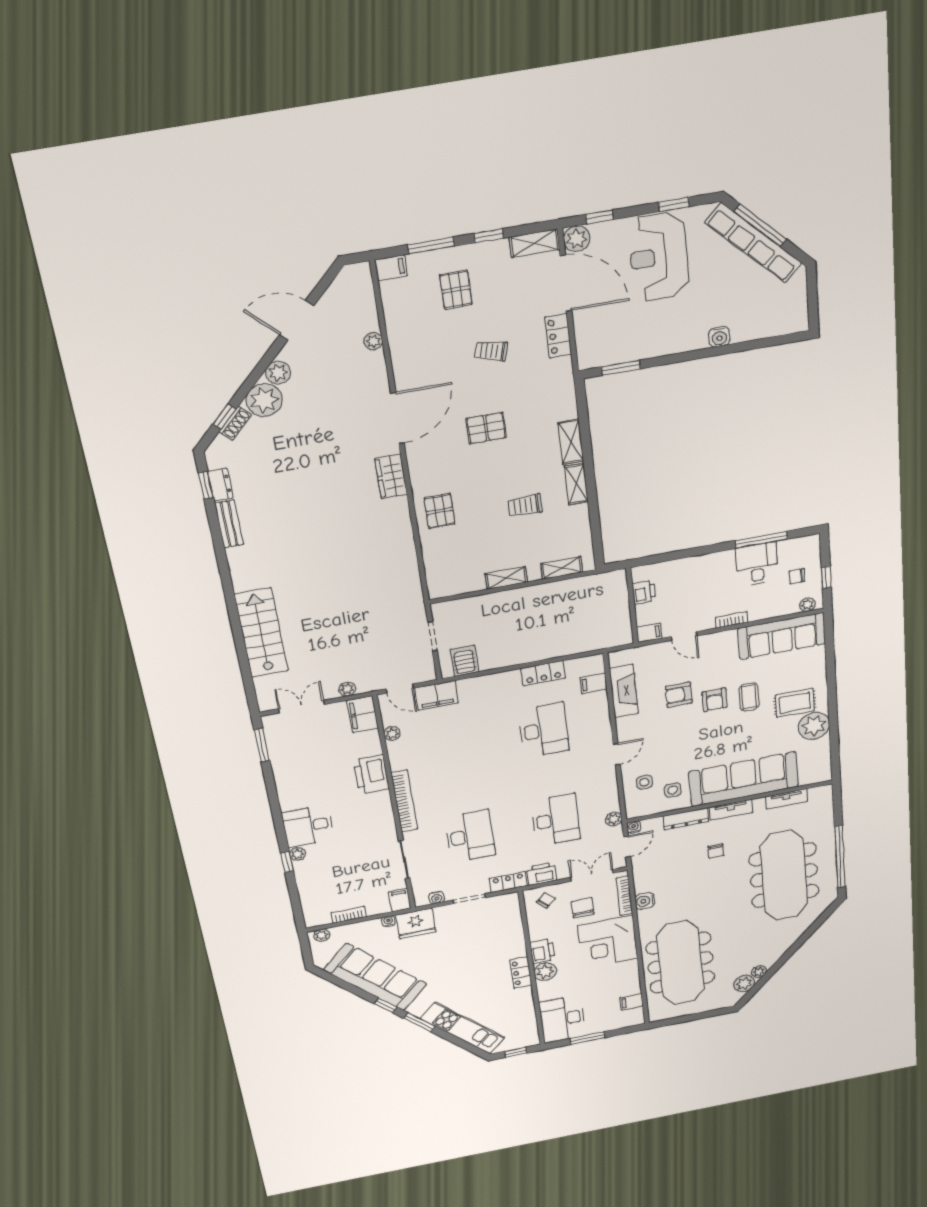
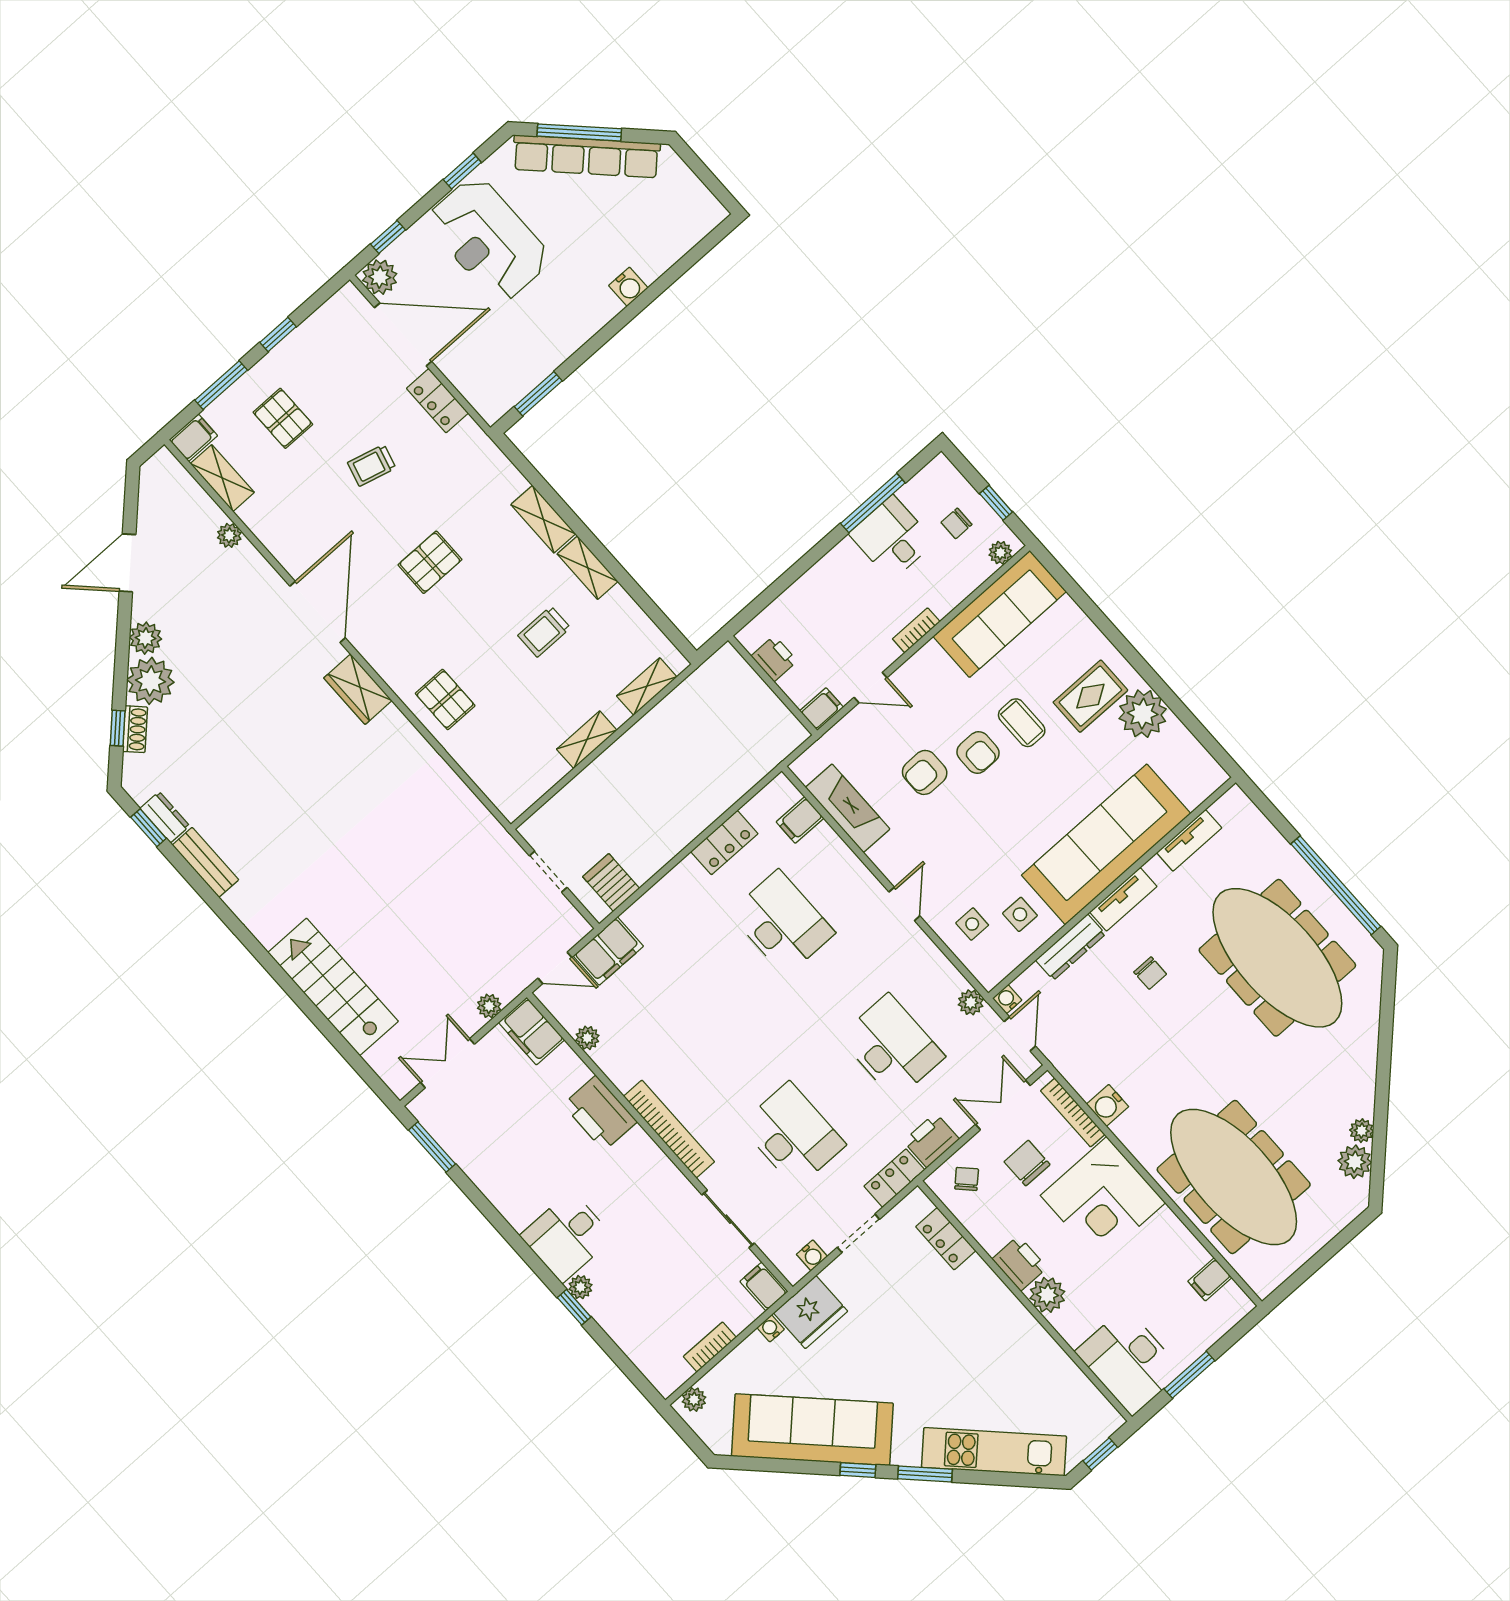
shelving: (534, 243) -> (222, 478), moved, turned 90
locker: (521, 973) -> (946, 1239), moved

